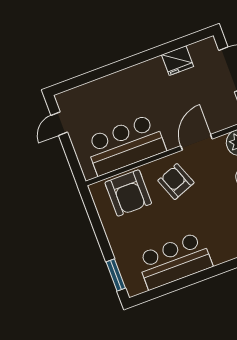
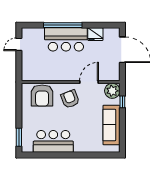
window: (119, 66) -> (63, 25), added
bar counter: (125, 145) -> (66, 39), moved, turned 180

